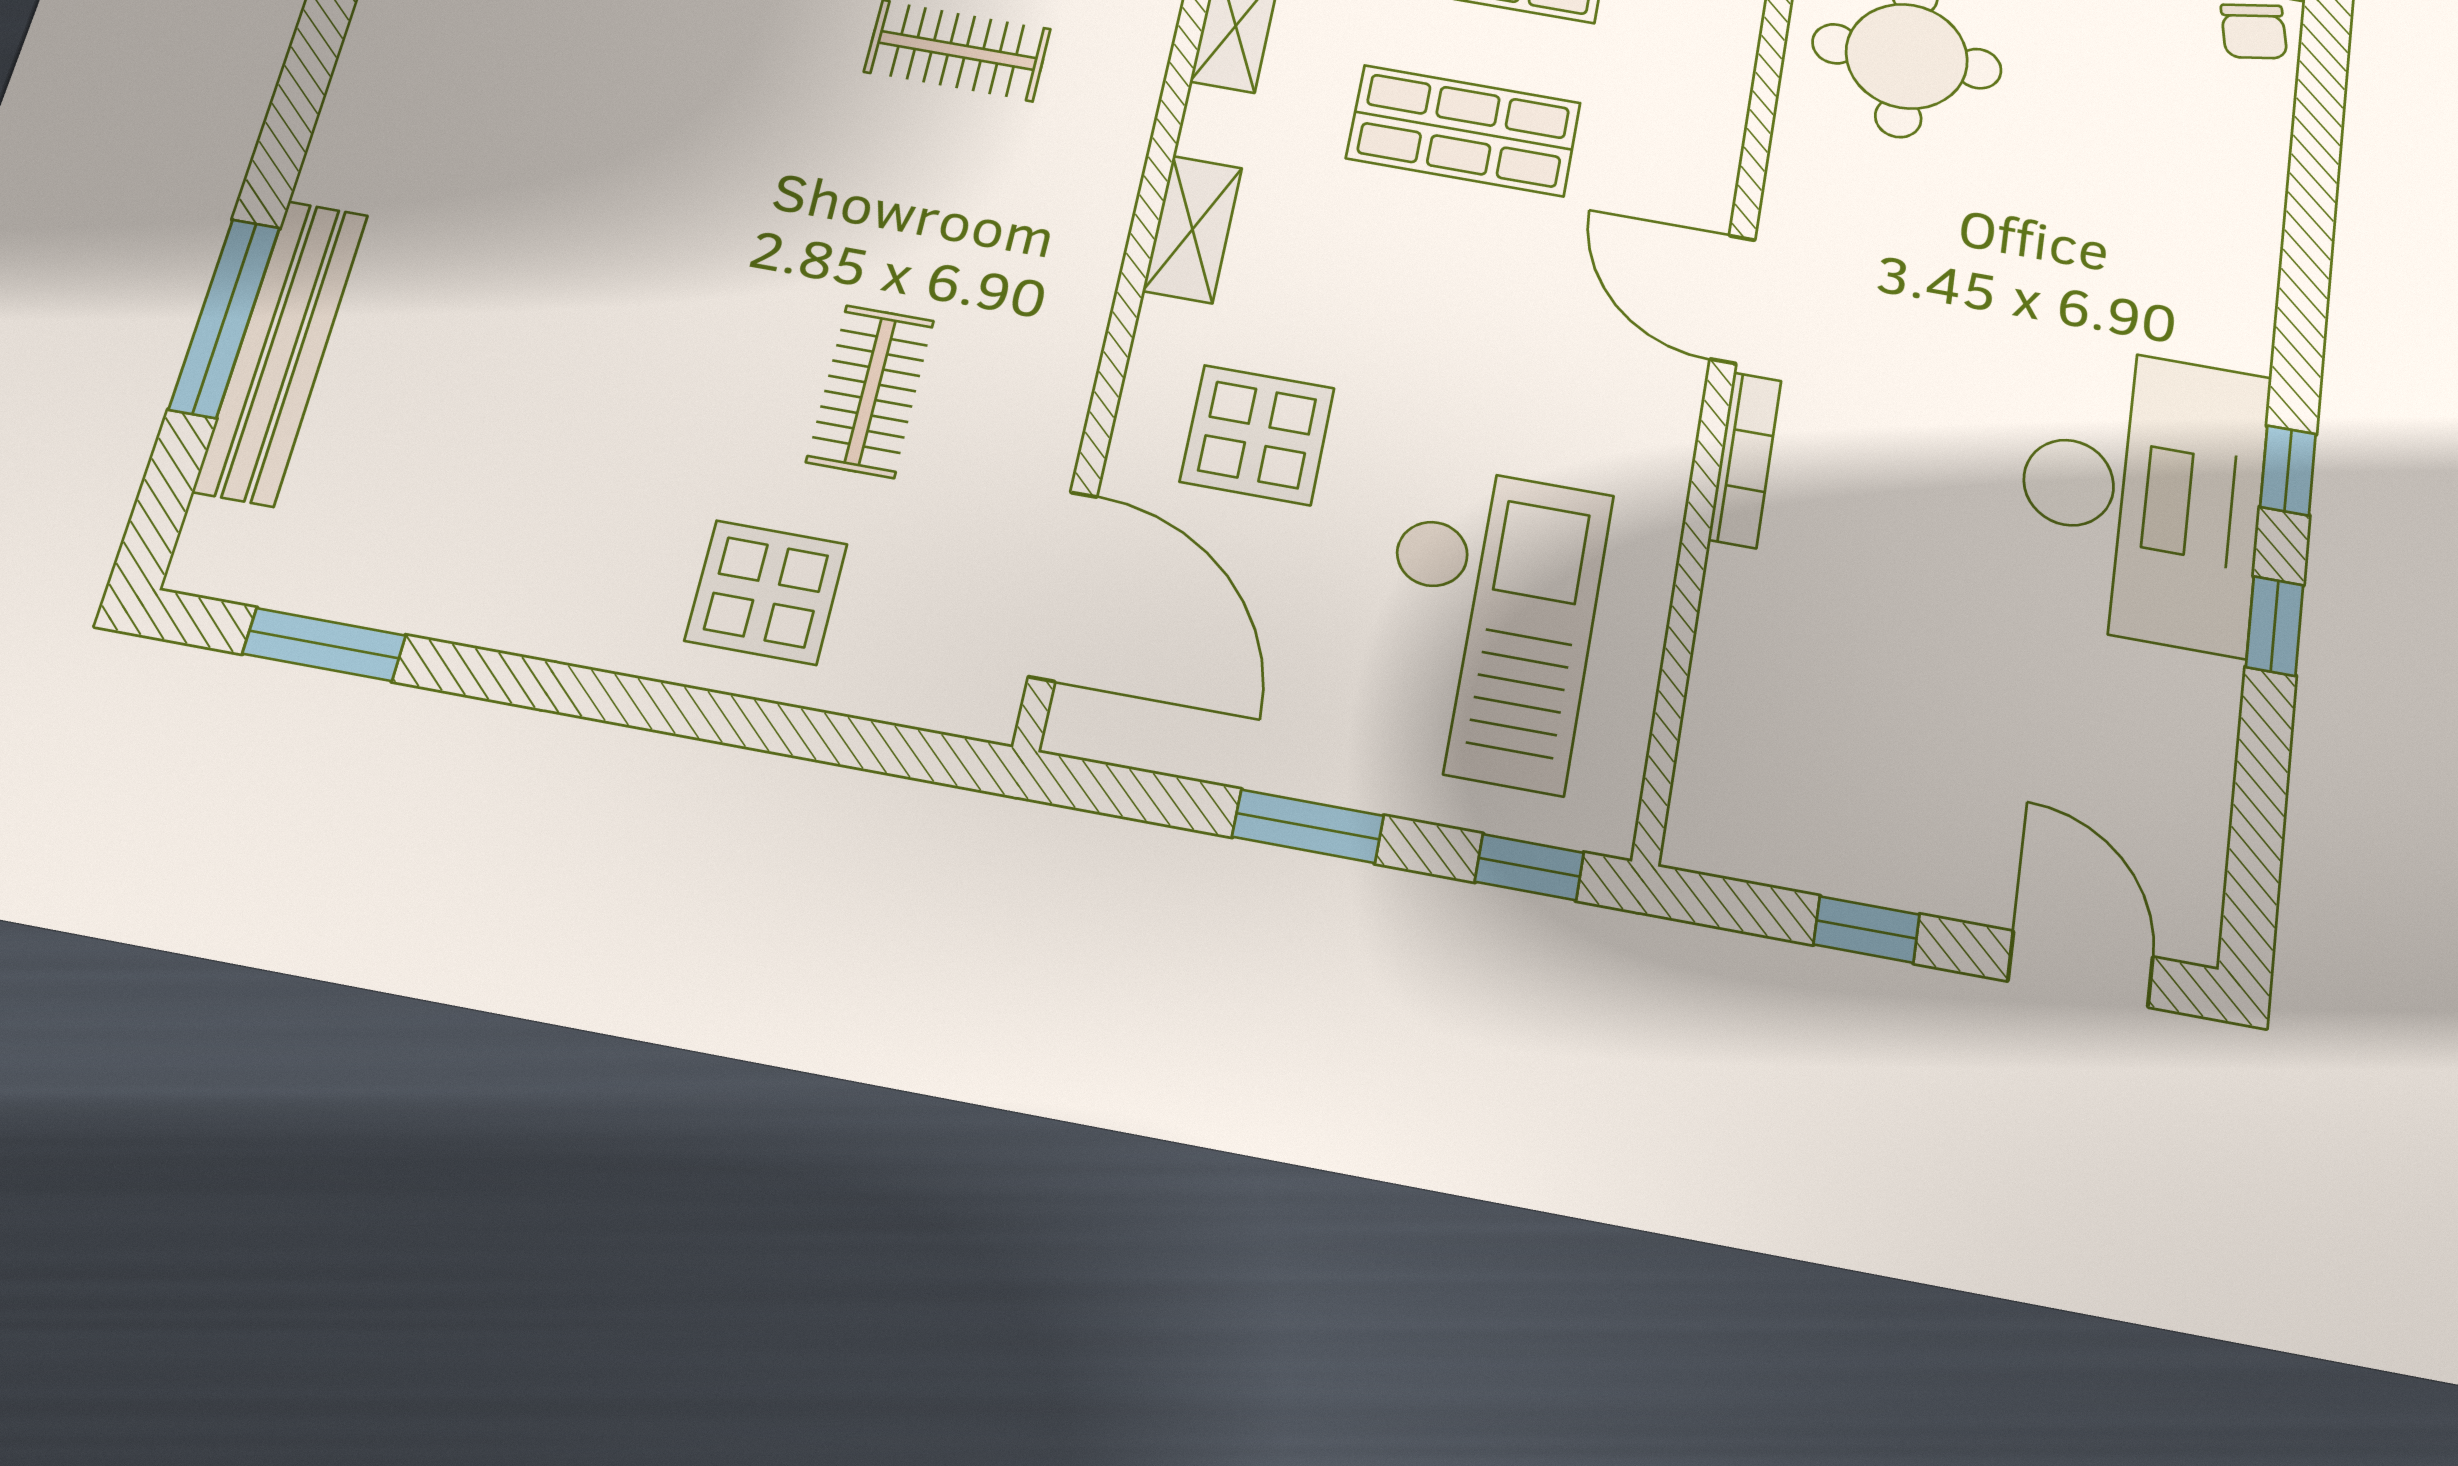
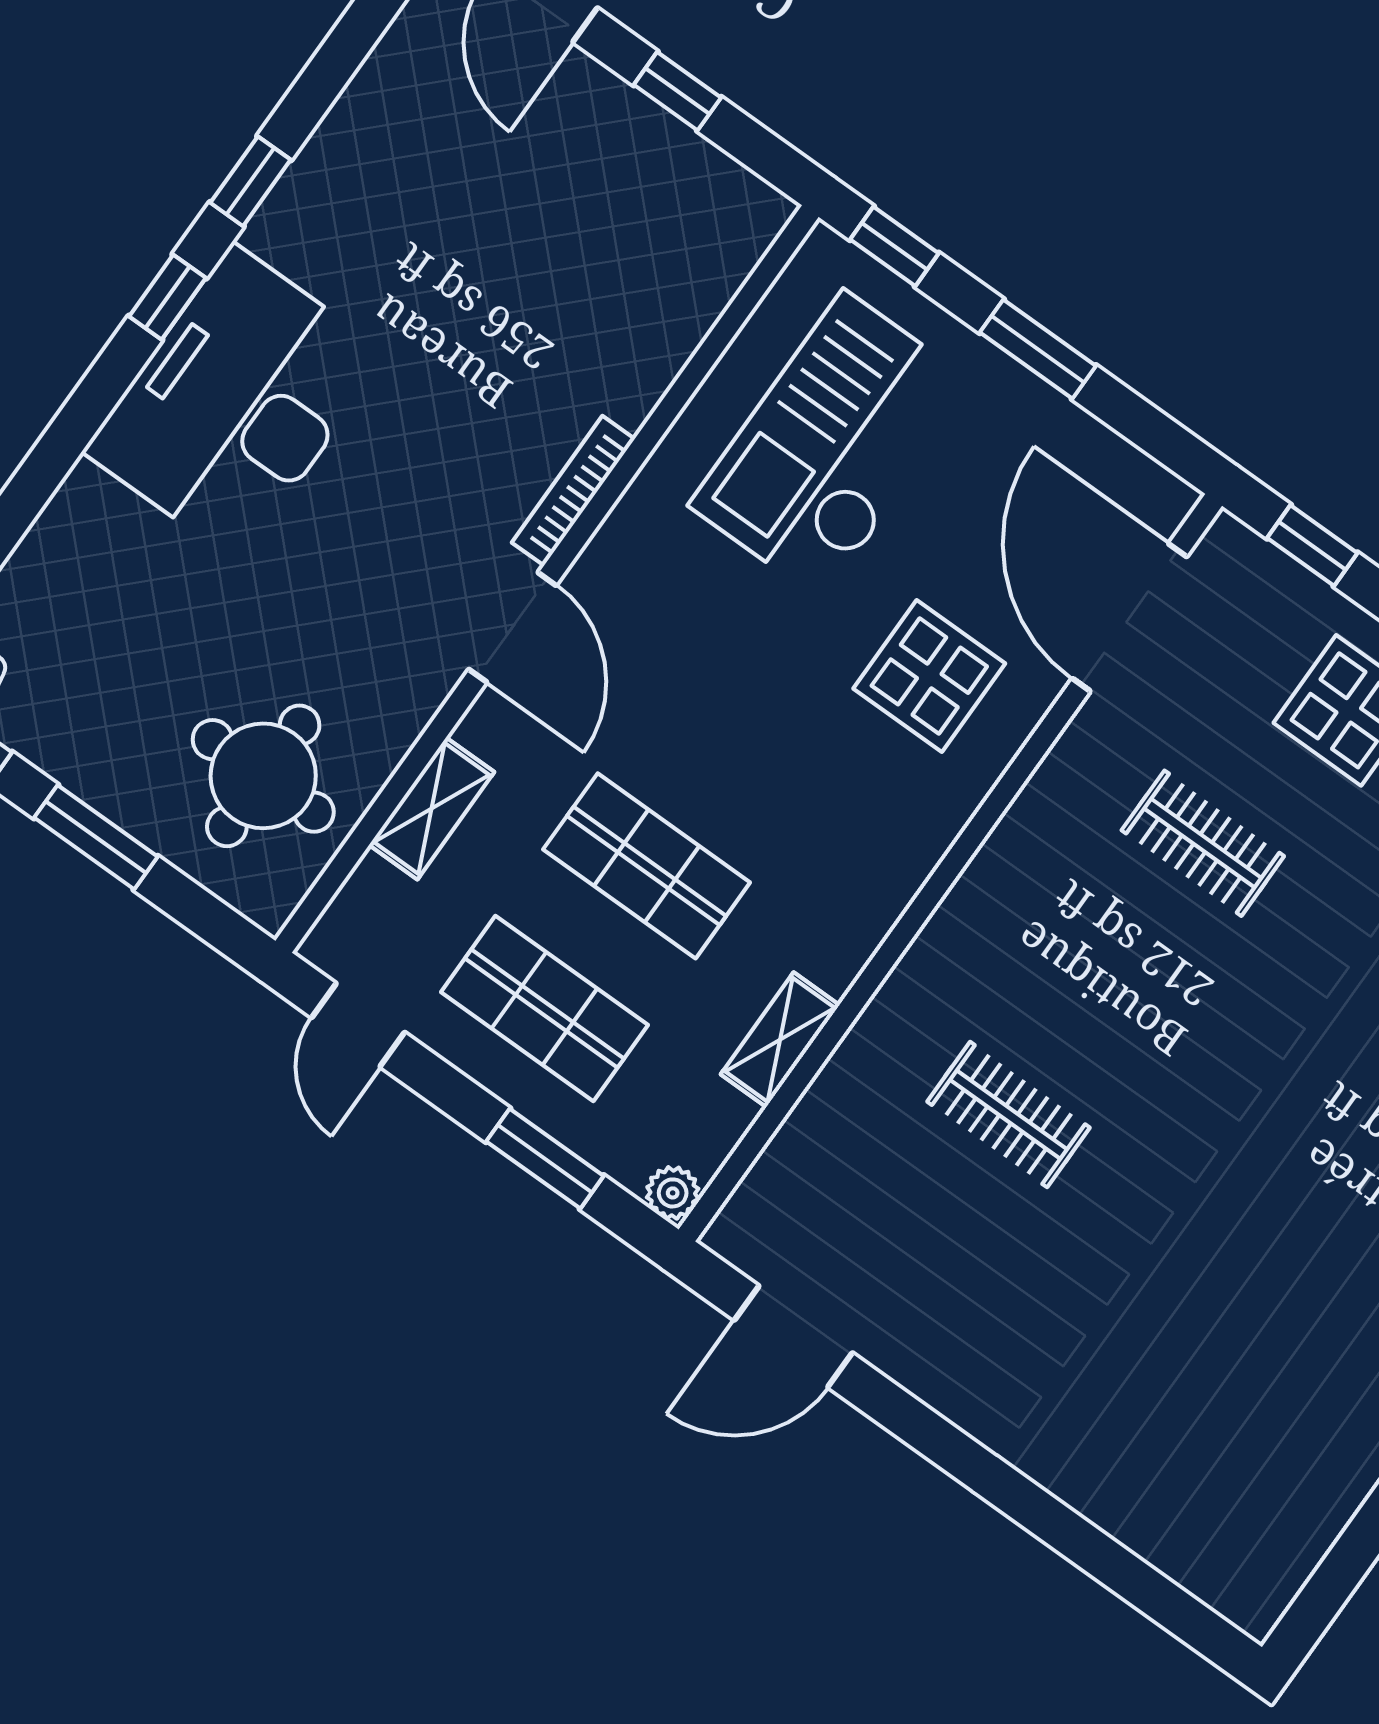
shelving: (1192, 229) -> (432, 808), moved
clothes rail: (870, 391) -> (1203, 843), turned 90
desk: (2141, 496) -> (236, 403), moved
window: (888, 749) -> (1312, 546), added

